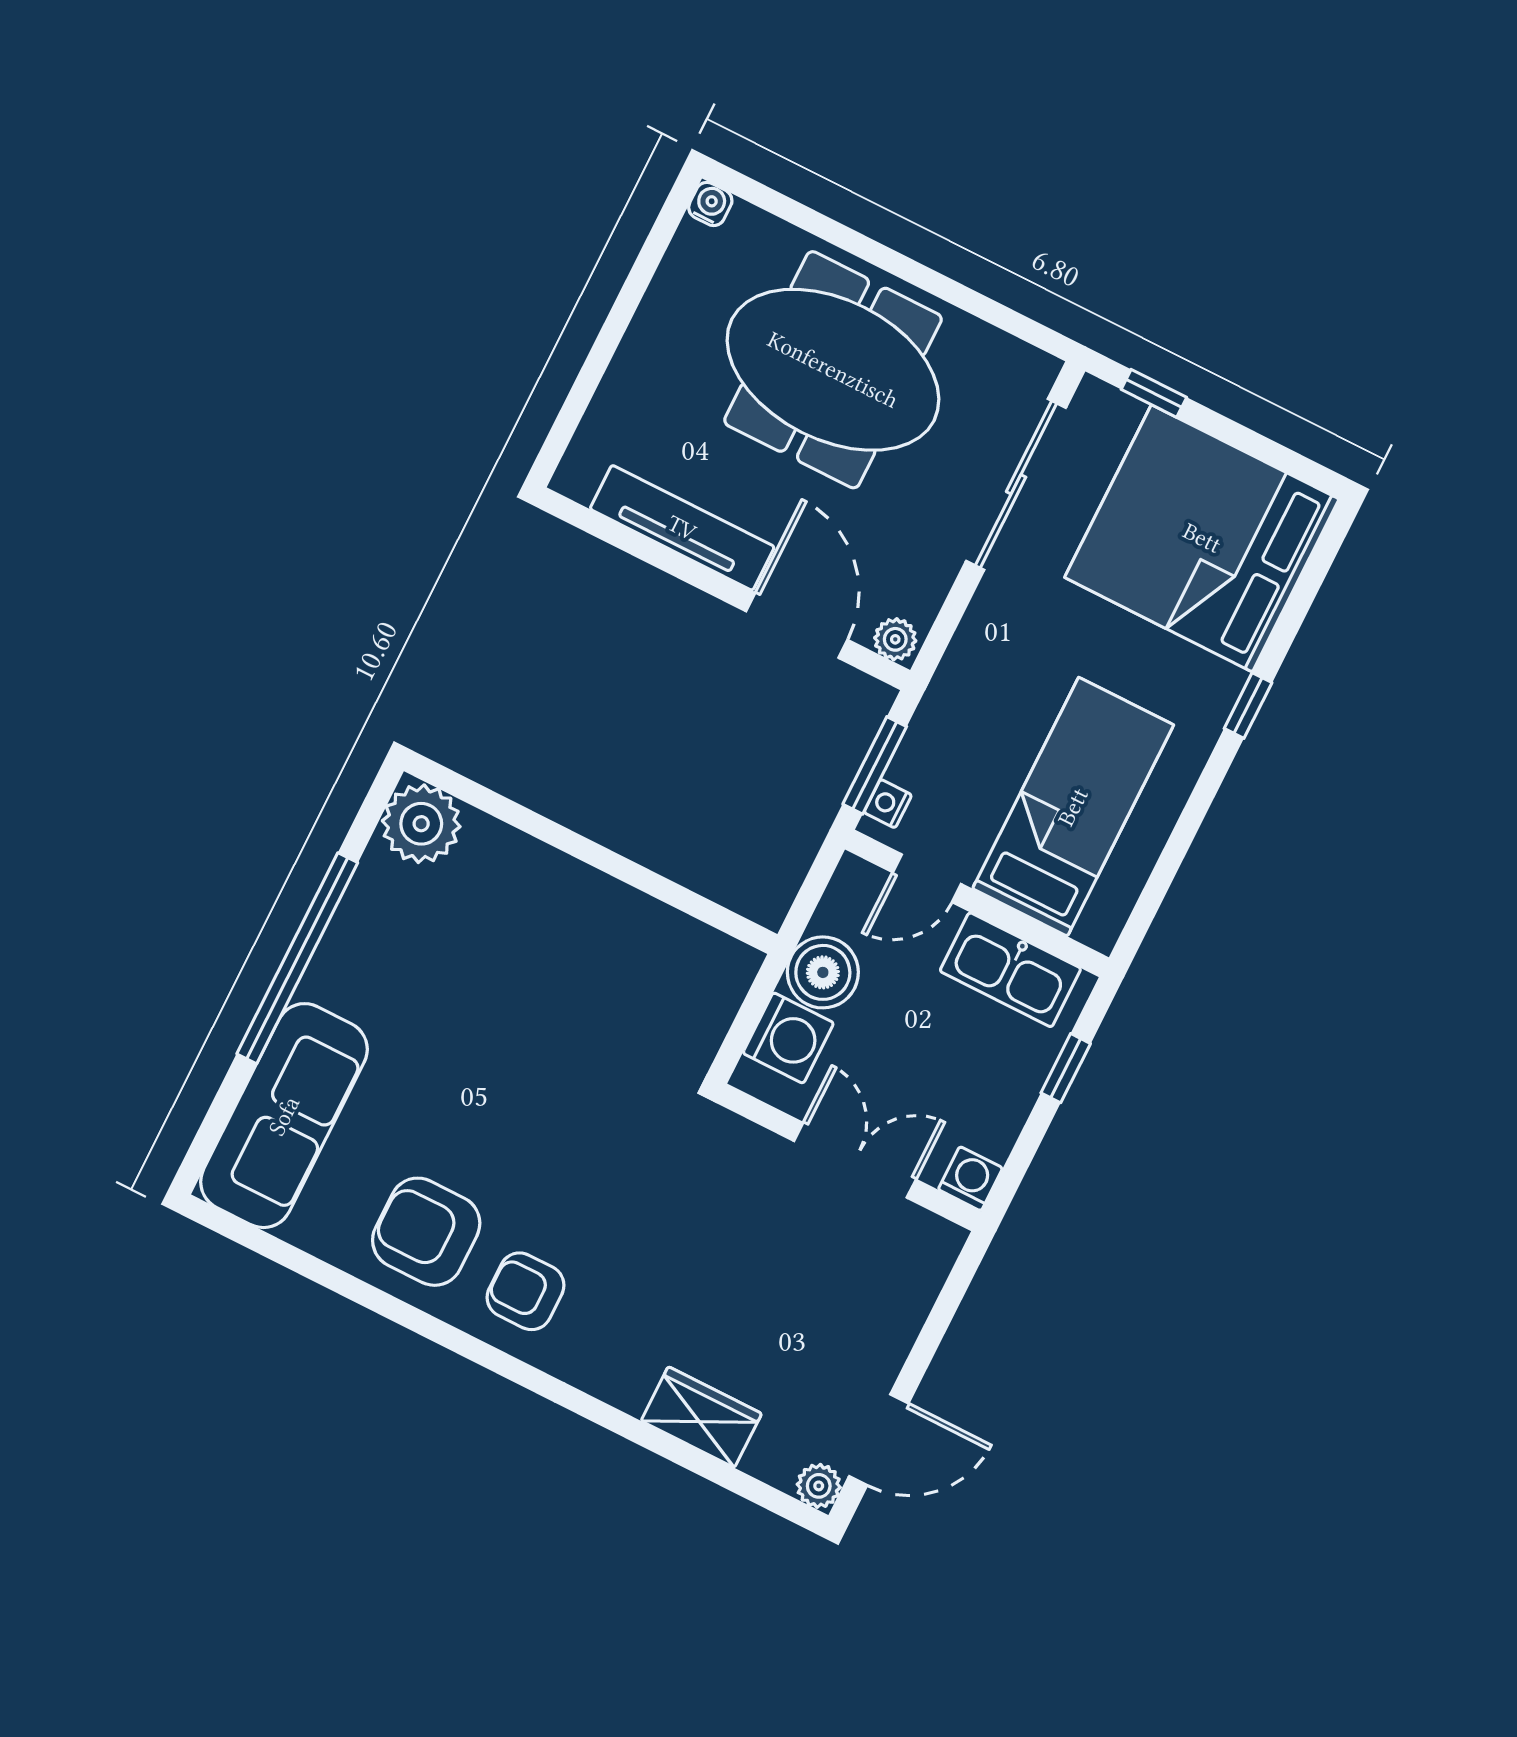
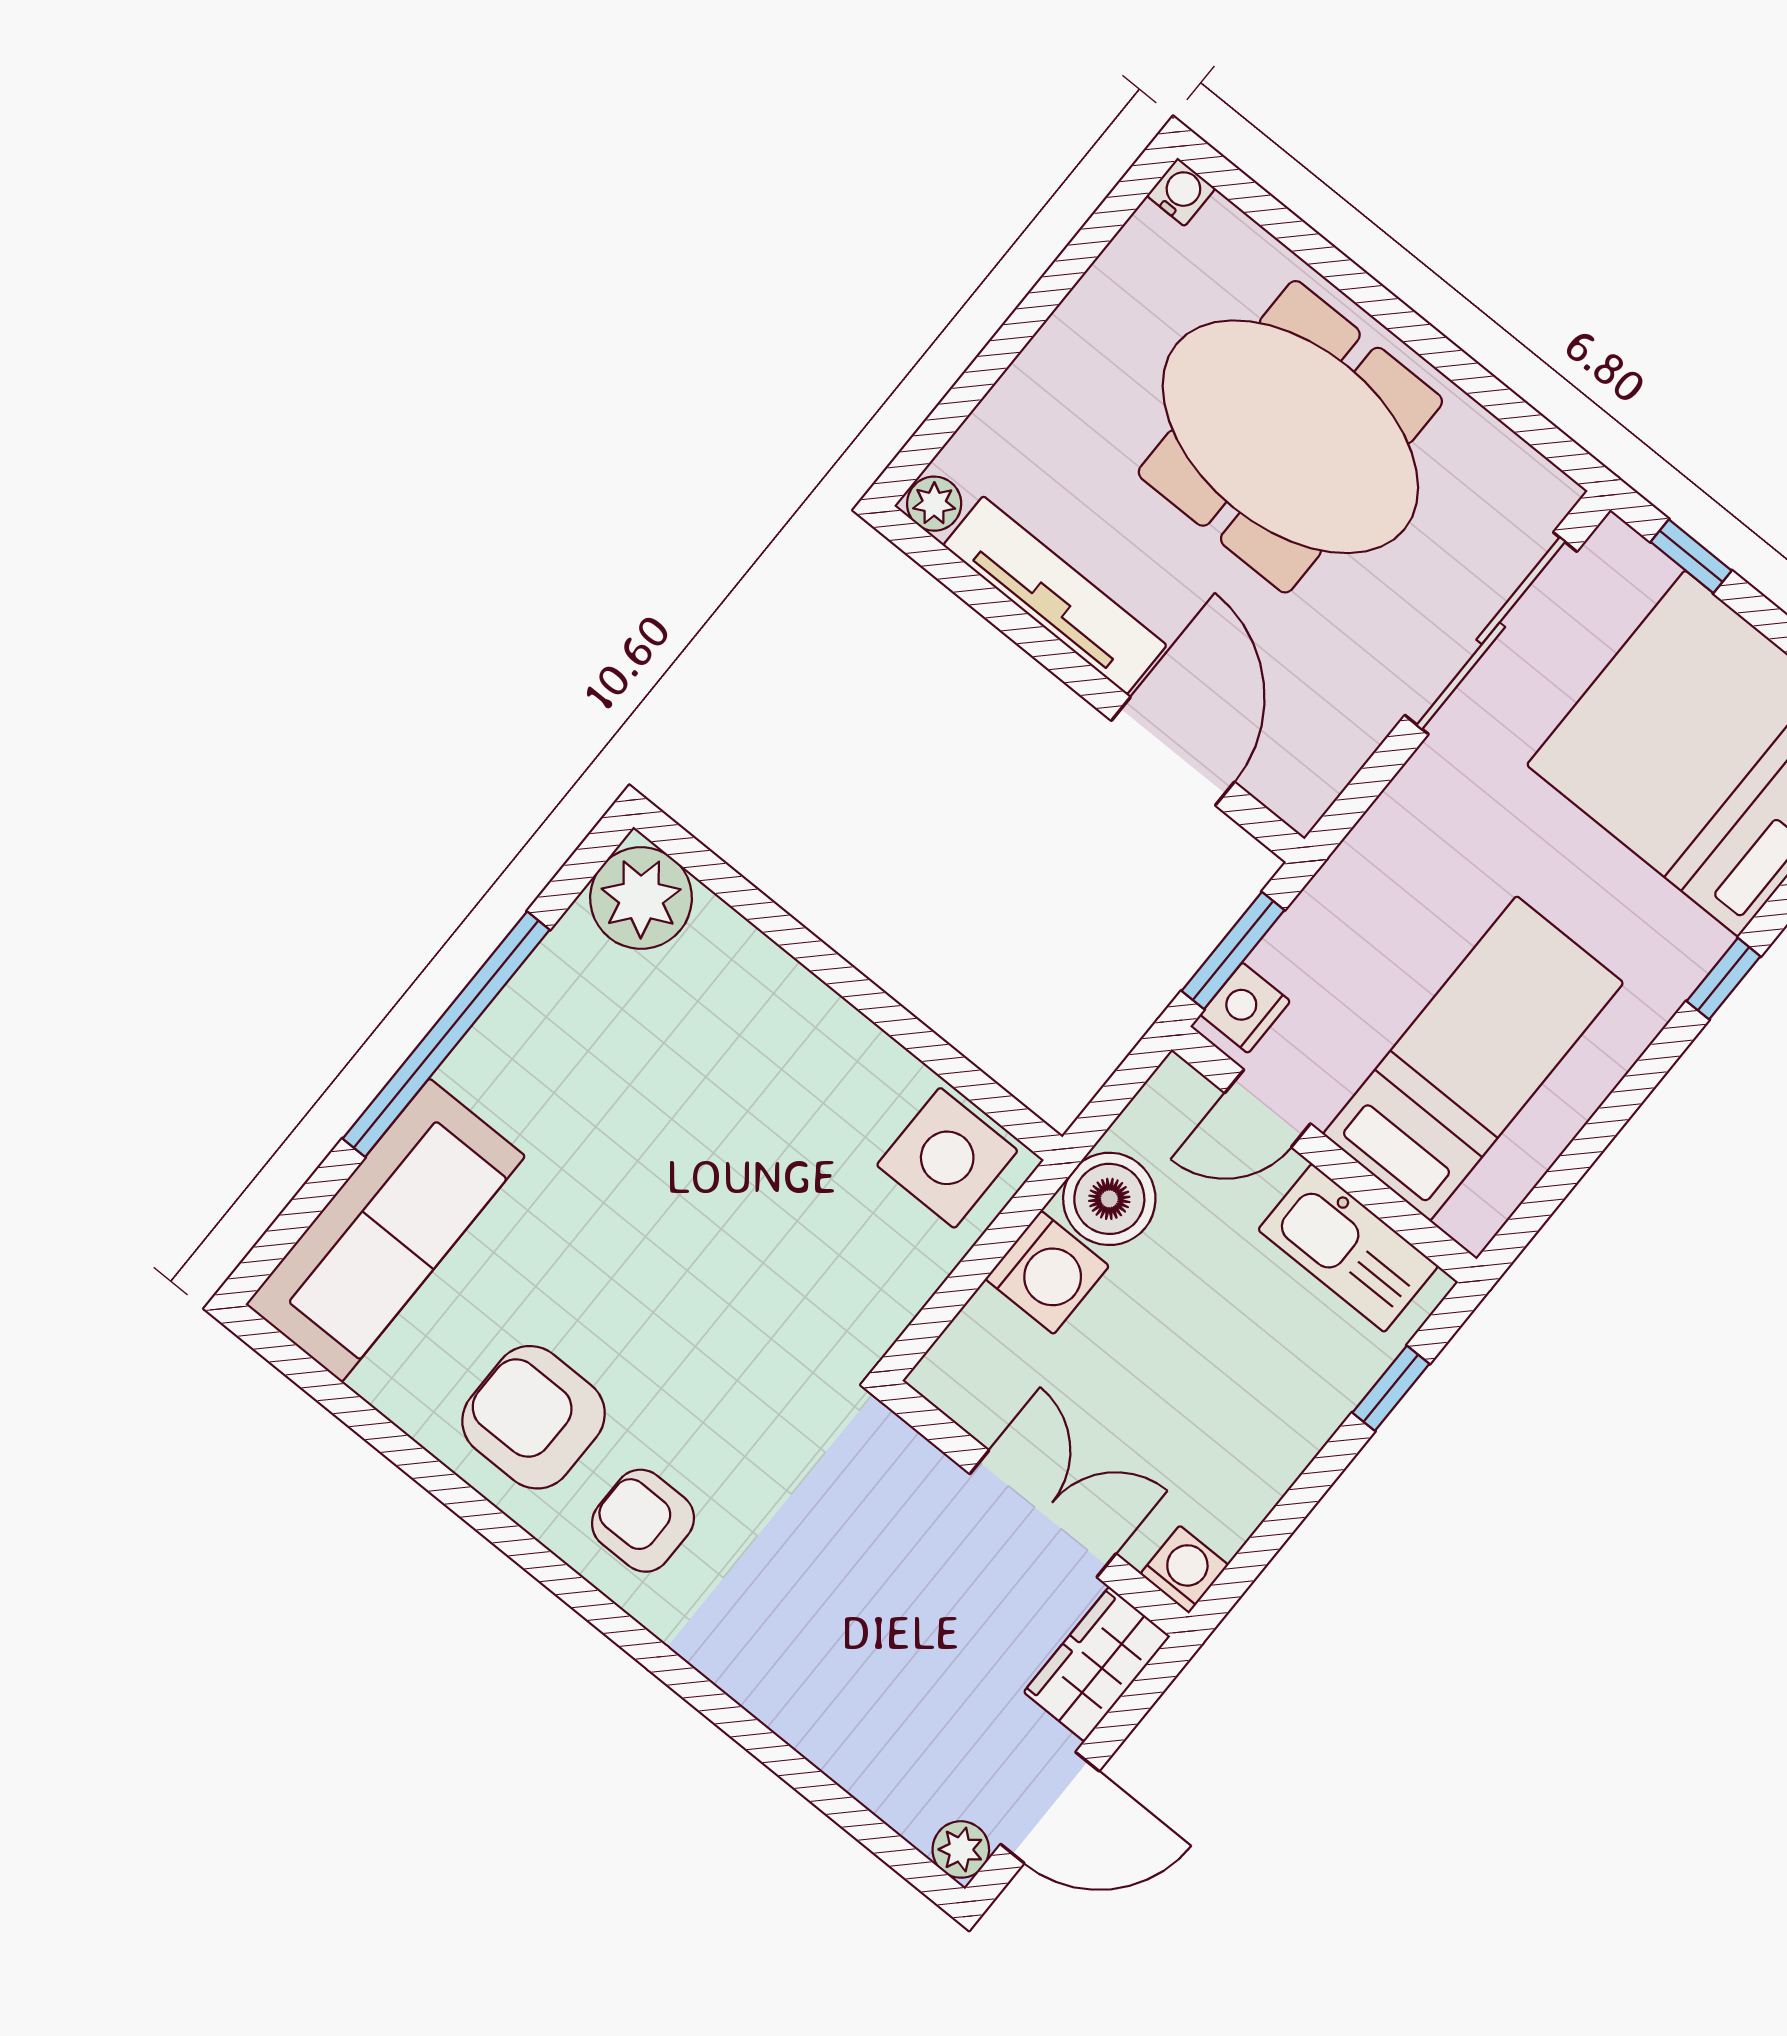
plant: (895, 639) -> (934, 504), moved
nightstand: (888, 804) -> (1245, 1008), width x1.39, depth x1.35
side table: (694, 968) -> (947, 1158), added
wall: (849, 1157) -> (1036, 1508), moved
double door: (855, 1160) -> (1043, 1514), moved
washing machine: (970, 1179) -> (1184, 1569), moved
wardrobe: (701, 1417) -> (1097, 1664), moved, turned -90

